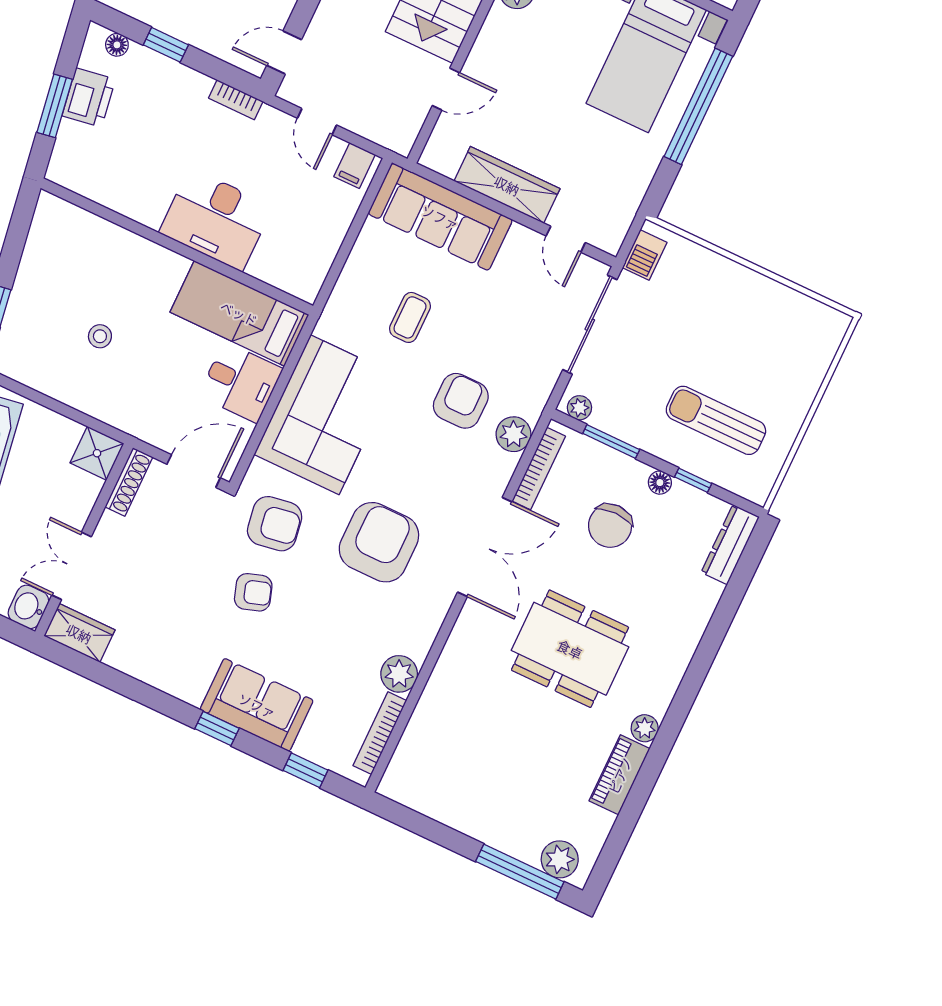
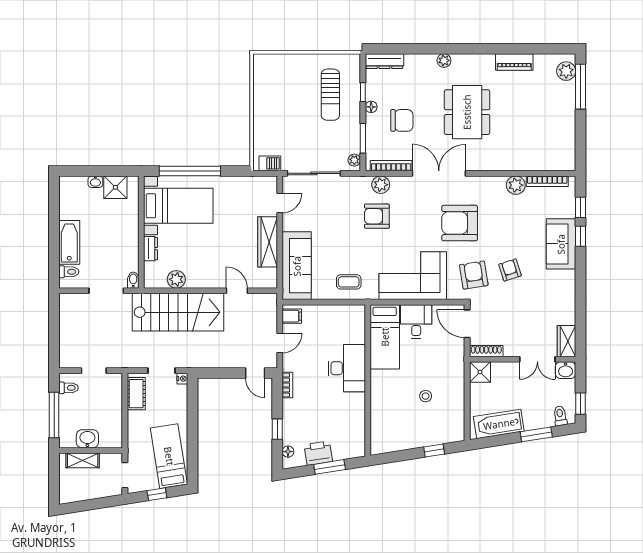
coffee table: (410, 317) -> (349, 282), moved
window: (217, 728) -> (580, 236), moved
plant: (645, 728) -> (444, 60), moved

